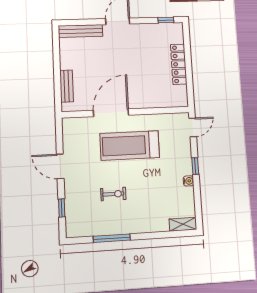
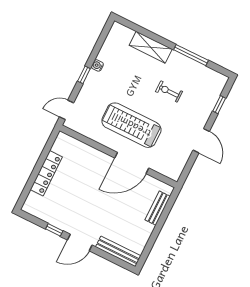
window: (166, 20) -> (54, 230), moved
treadmill: (130, 145) -> (131, 125), turned 180
shelving: (183, 224) -> (151, 47), moved, width x1.50, depth x1.33

